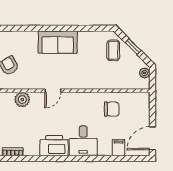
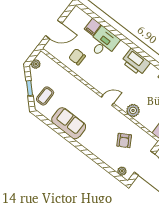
sofa: (58, 42) -> (69, 123), moved
door: (152, 138) -> (54, 30), moved
desk: (83, 141) -> (104, 43), moved

